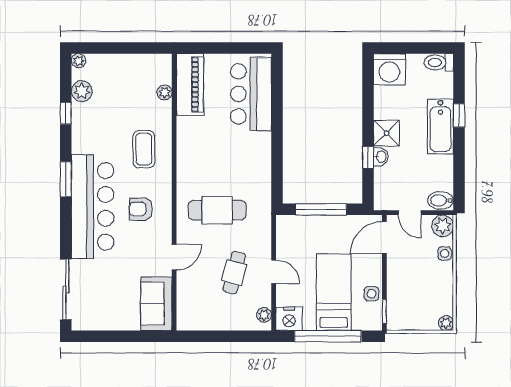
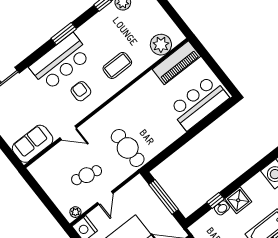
plant: (164, 92) -> (161, 45), width x1.88, depth x1.88
bar counter: (93, 206) -> (60, 62), width x0.73
cafe table: (217, 210) -> (128, 148), moved

